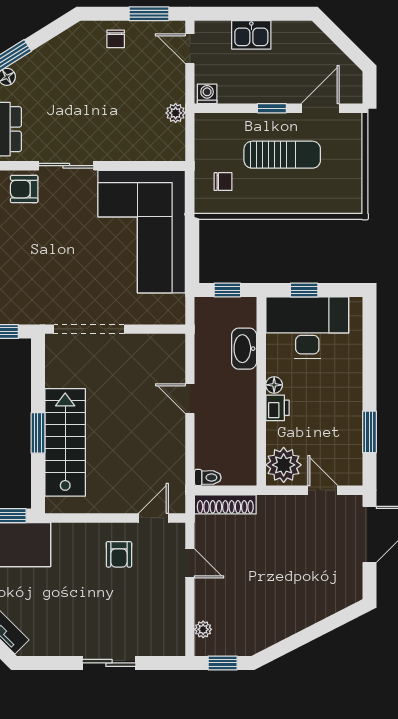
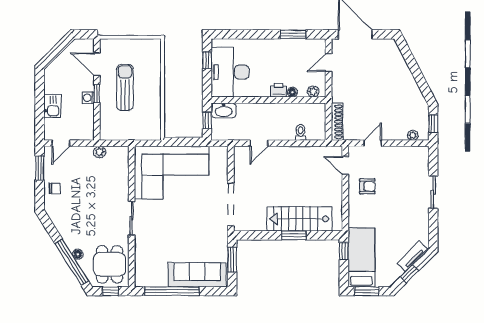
washing machine: (207, 94) -> (88, 98), moved
chair: (223, 182) -> (141, 123), removed
armchair: (24, 189) -> (146, 244), removed
window: (304, 290) -> (207, 60), moved
washbasin: (244, 349) -> (224, 110), moved
floor lamp: (274, 385) -> (292, 92), moved
door: (190, 399) -> (259, 143), moved
plant: (284, 465) -> (313, 92), width x0.53, depth x0.53
toilet: (208, 478) -> (301, 132), moved

